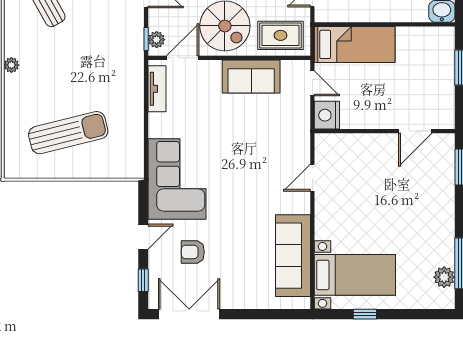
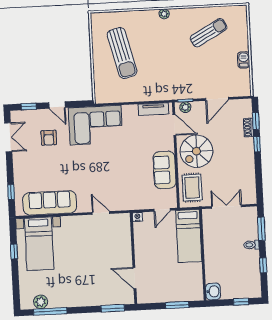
nightstand: (327, 115) -> (137, 217), width x0.53, depth x0.56
armchair: (193, 252) -> (49, 138), turned 180
double door: (189, 314) -> (8, 137), width x0.73
window: (273, 314) -> (11, 192), added

